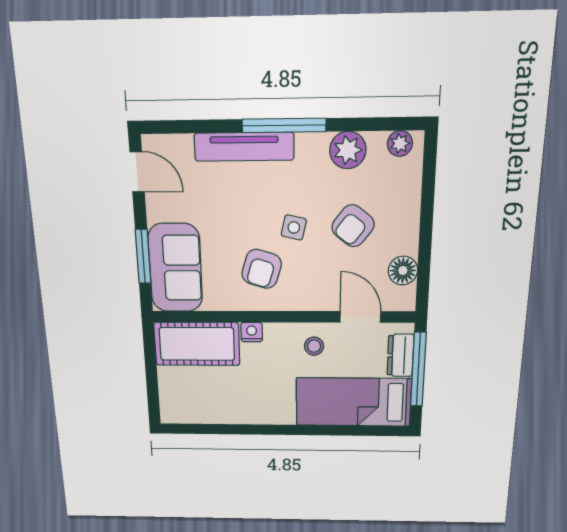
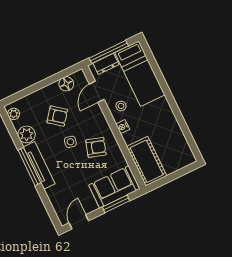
tv unit: (244, 147) -> (39, 165), moved
nightstand: (252, 332) -> (123, 127), moved

